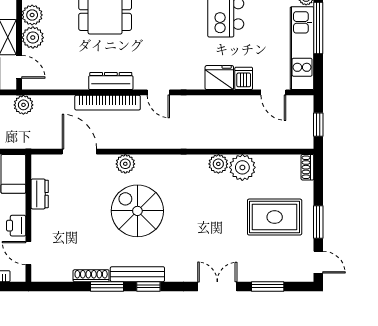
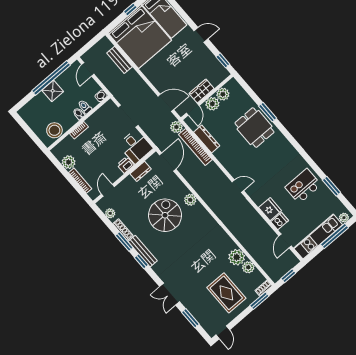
dresser: (111, 81) -> (207, 139), moved
door: (158, 92) -> (238, 186), swing flipped
bookcase: (108, 103) -> (195, 147), moved
door: (79, 152) -> (168, 162), moved
plant: (218, 164) -> (248, 267), moved
spiral stairs: (137, 211) -> (165, 215), moved
window: (318, 222) -> (259, 301), moved
printer: (16, 226) -> (125, 165), moved
plant: (58, 274) -> (110, 213), added
double door: (217, 286) -> (170, 294), swing flipped

